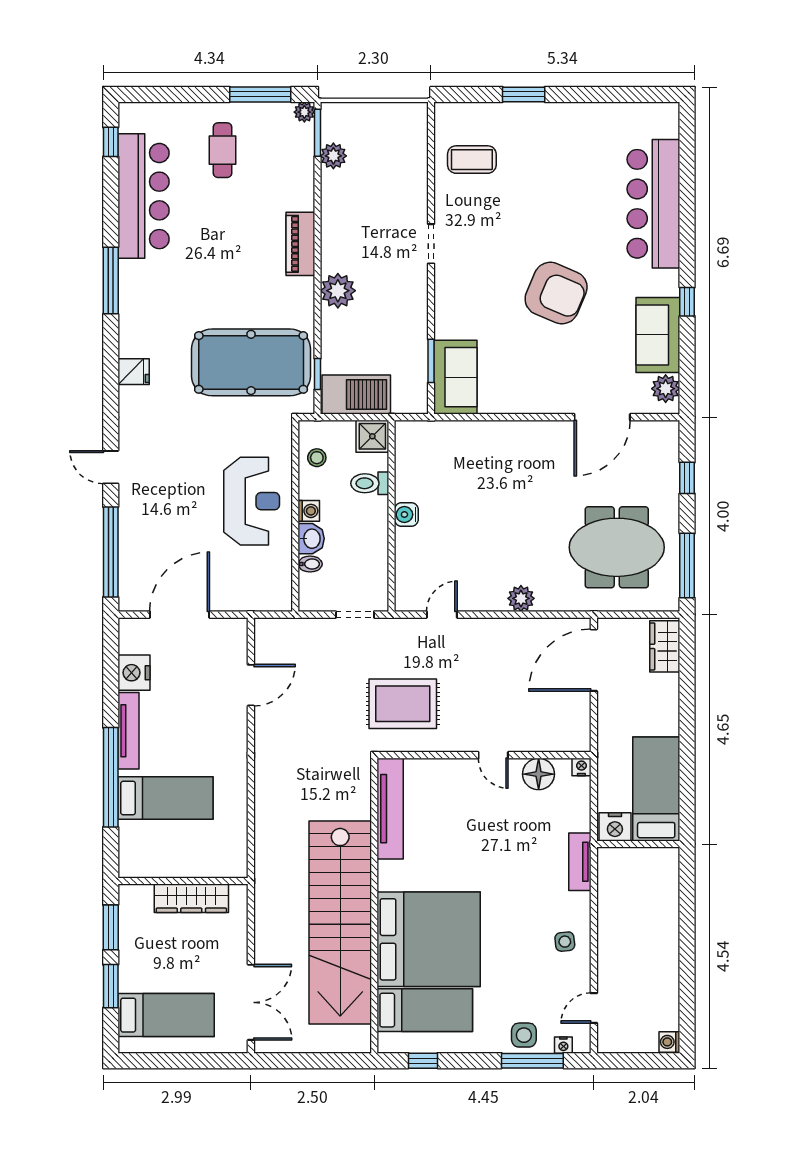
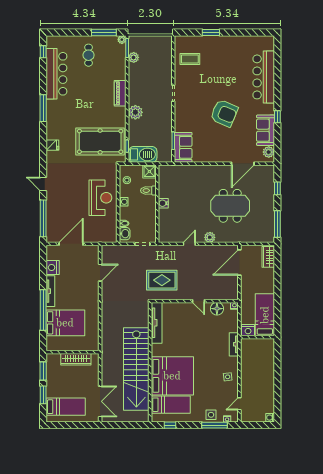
washbasin: (311, 539) -> (125, 234), moved
meeting table: (617, 547) -> (230, 206), moved
door: (442, 615) -> (189, 244), moved
bed: (165, 798) -> (65, 323), width x1.50

